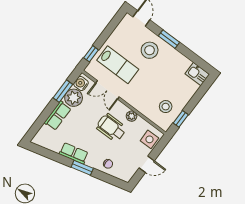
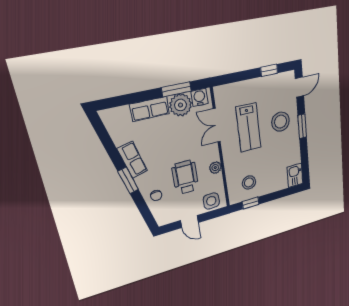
window: (91, 54) -> (269, 70), moved
lab bench: (118, 65) -> (248, 127), moved
wheelchair: (111, 128) -> (185, 177), moved

